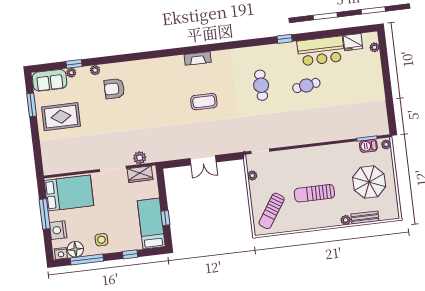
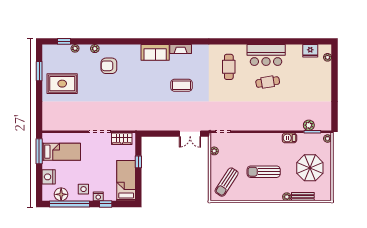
window: (285, 39) -> (254, 41), removed
bar counter: (321, 51) -> (266, 55), moved
window: (74, 64) -> (64, 41), moved
sofa: (50, 80) -> (155, 52), moved
cafe table: (261, 85) -> (229, 67), moved
barbecue: (368, 146) -> (289, 138), moved
plant: (140, 158) -> (309, 125), moved
double door: (203, 160) -> (190, 134), moved
bed: (69, 193) -> (61, 152), width x0.67
window: (45, 214) -> (39, 151), moved
window: (165, 218) -> (138, 162), moved
nightstand: (61, 253) -> (98, 196), moved
window: (87, 260) -> (69, 204), width x1.46

